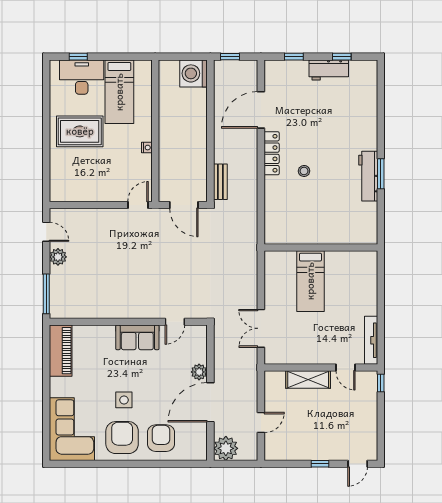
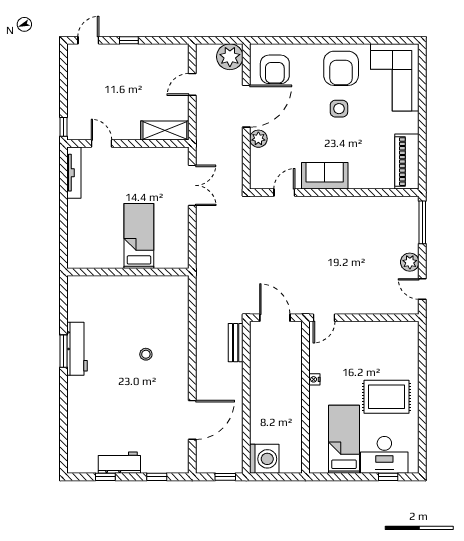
locker: (272, 153) -> (181, 373), removed
shelving: (308, 380) -> (165, 131), moved
armchair: (161, 438) -> (275, 69), moved

